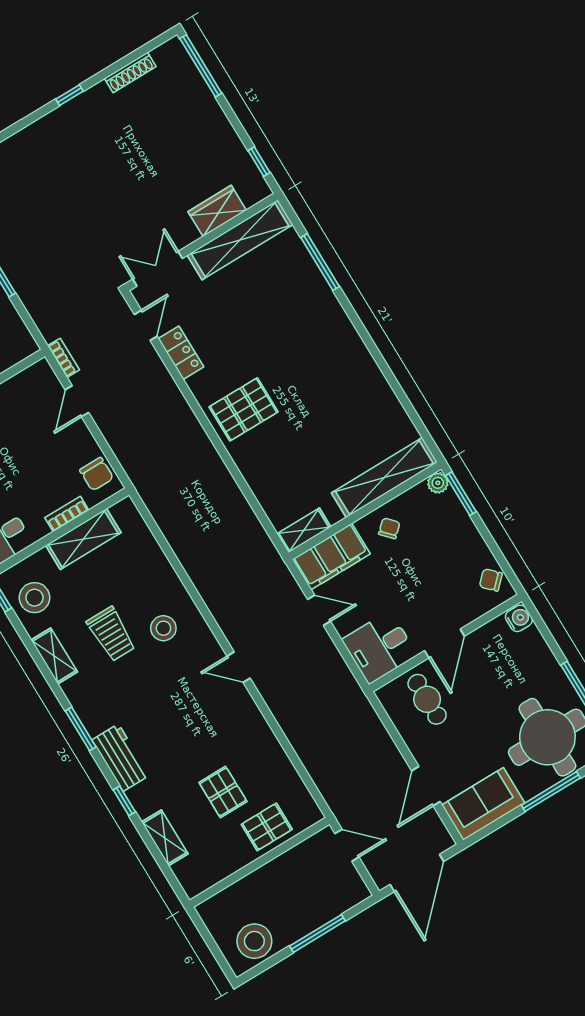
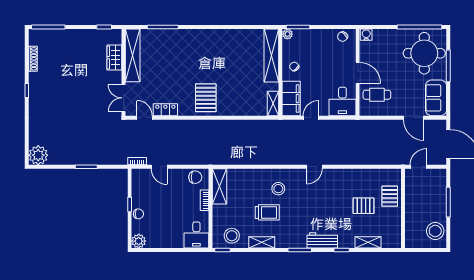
shelving: (83, 539) -> (219, 186), moved

